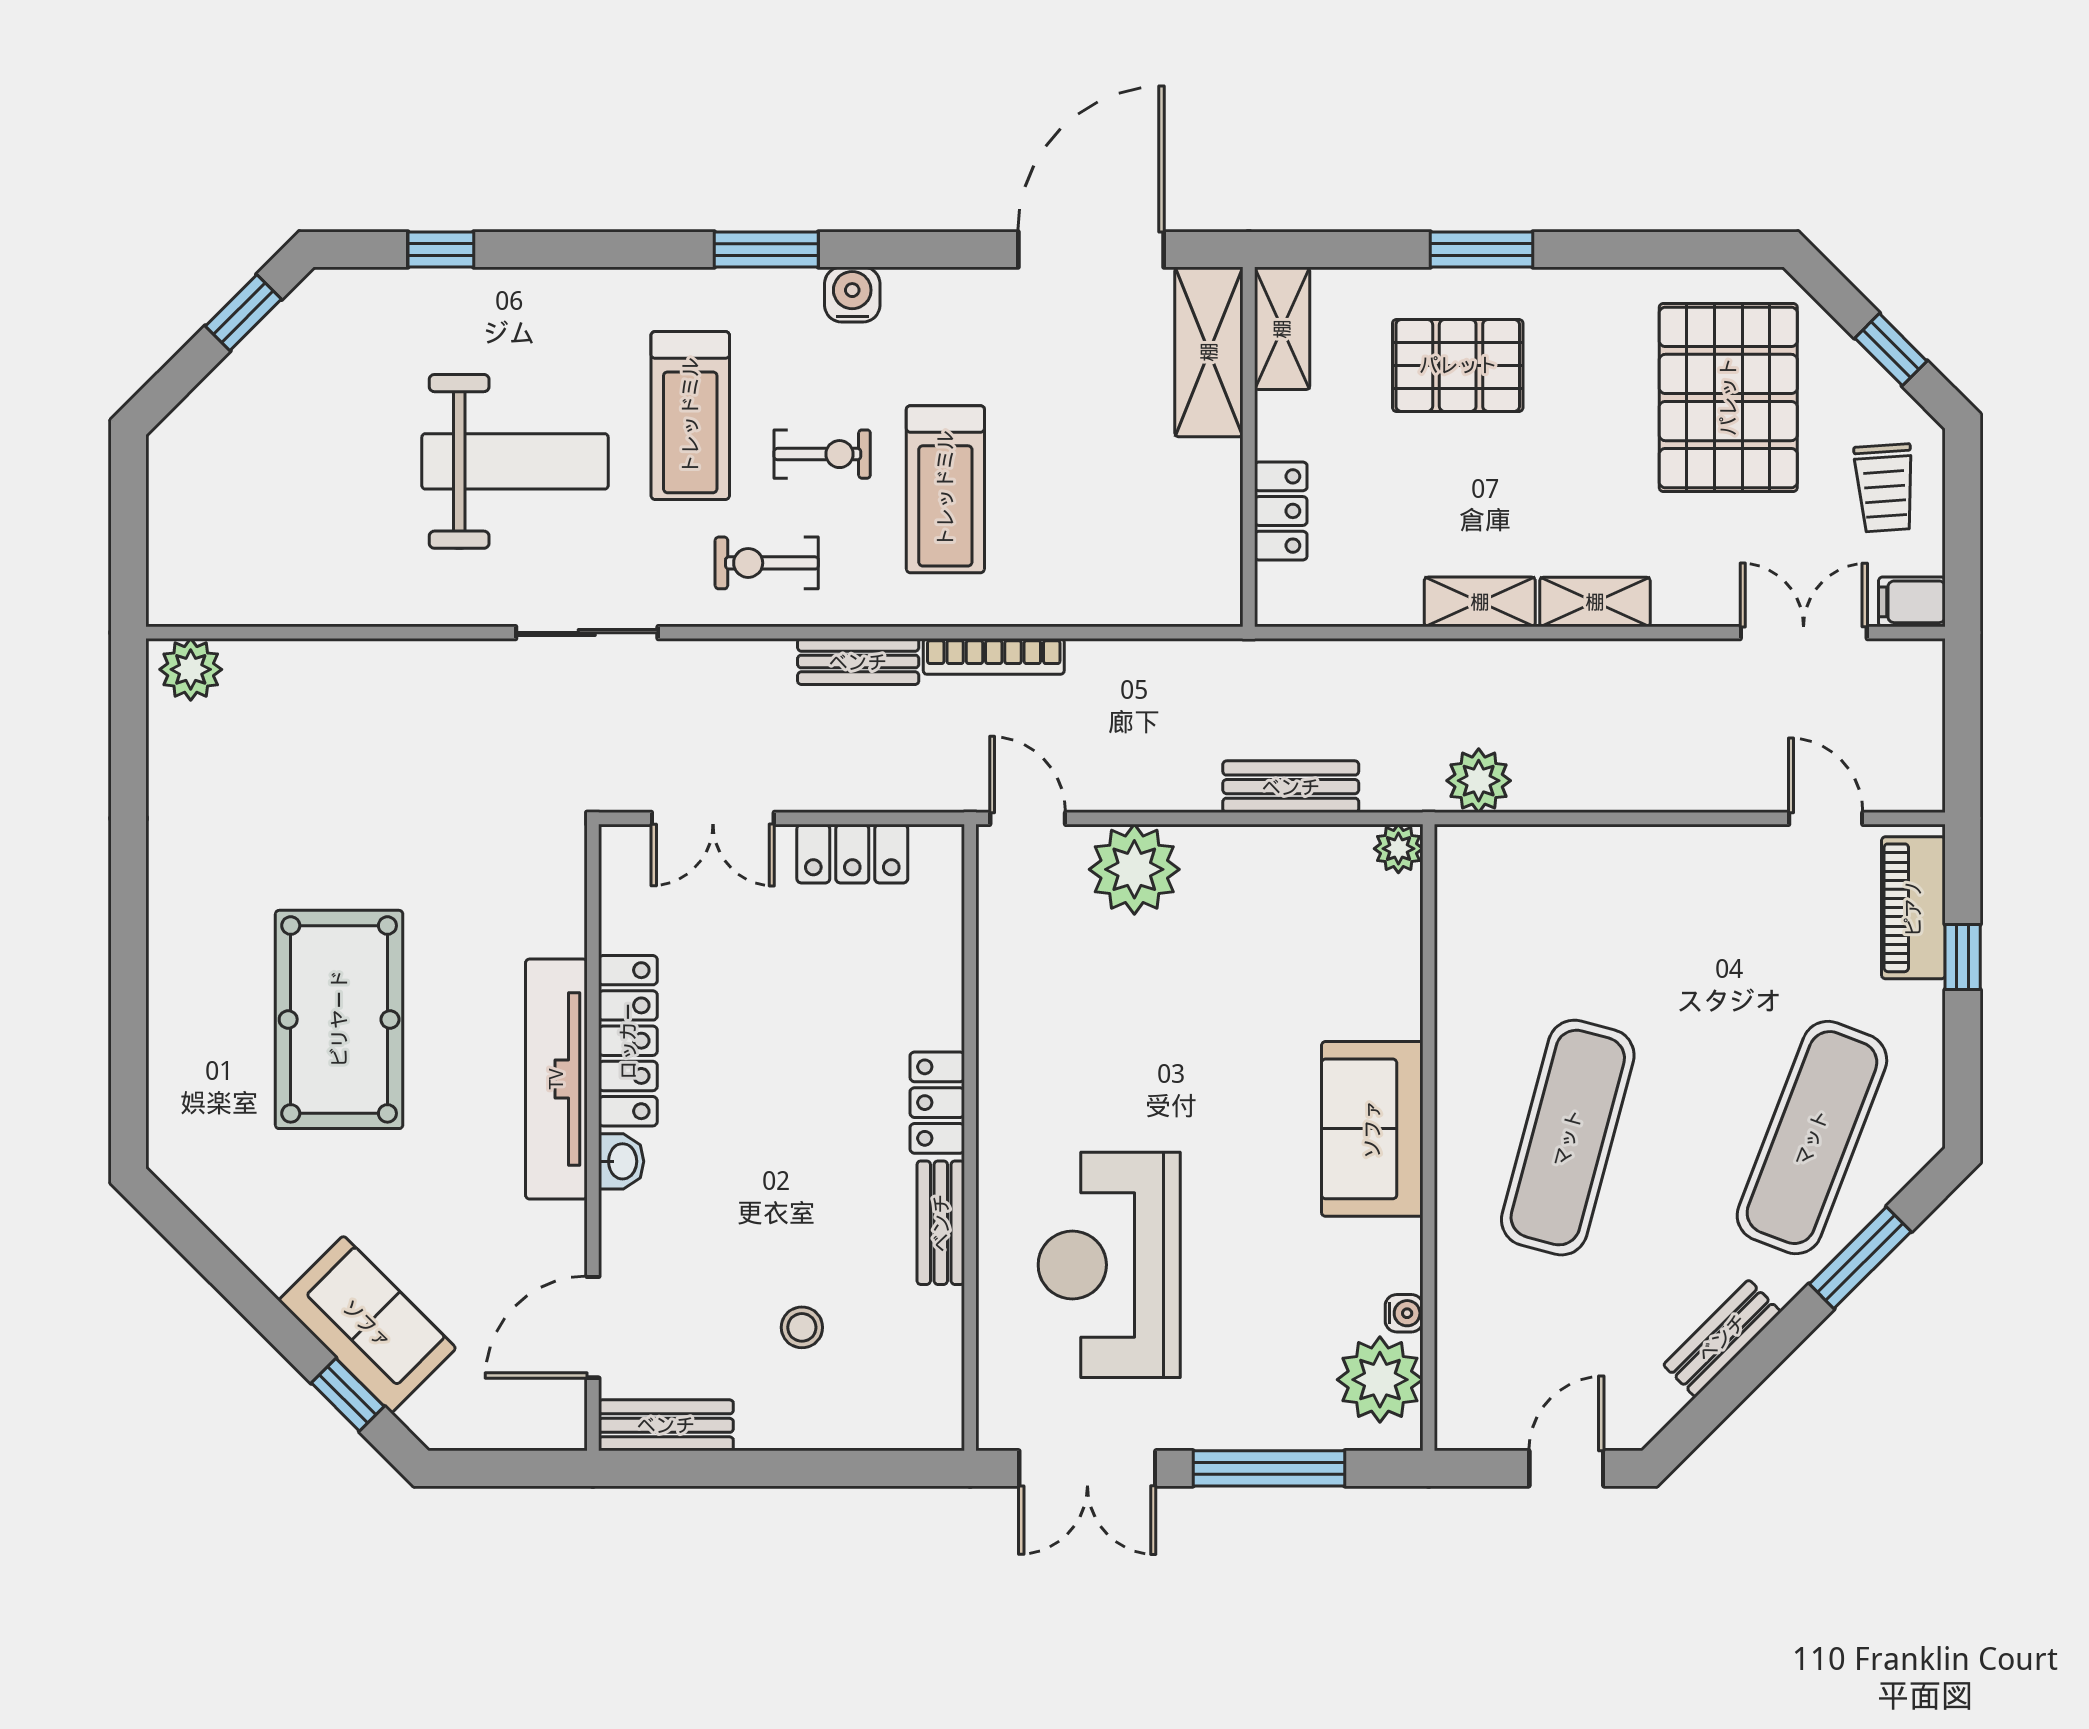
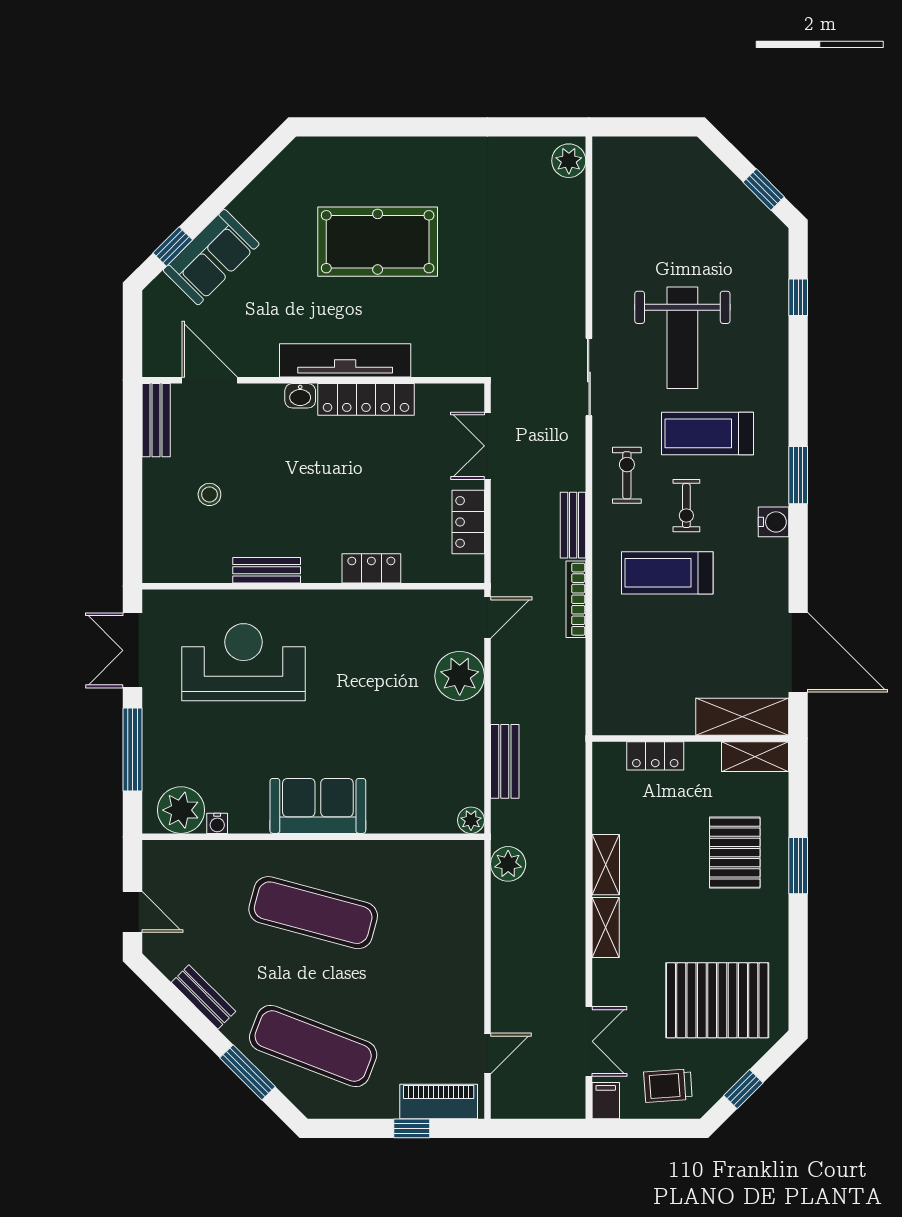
locker: (937, 1103) -> (371, 568), moved

